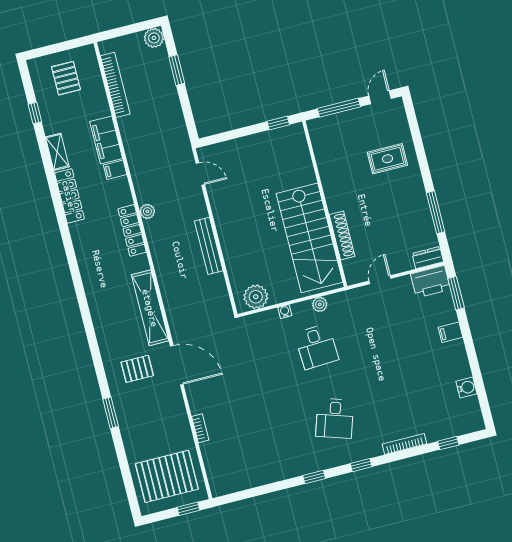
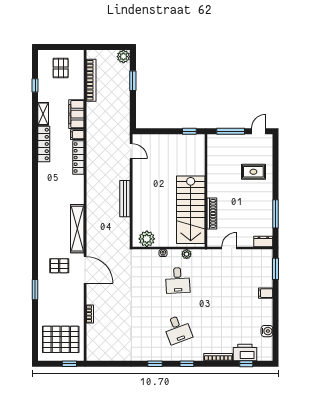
plant: (147, 211) -> (91, 167), removed
locker: (132, 230) -> (78, 158), moved
printer: (431, 282) -> (245, 352), moved, turned 180
desk: (335, 418) -> (178, 329), turned -39

